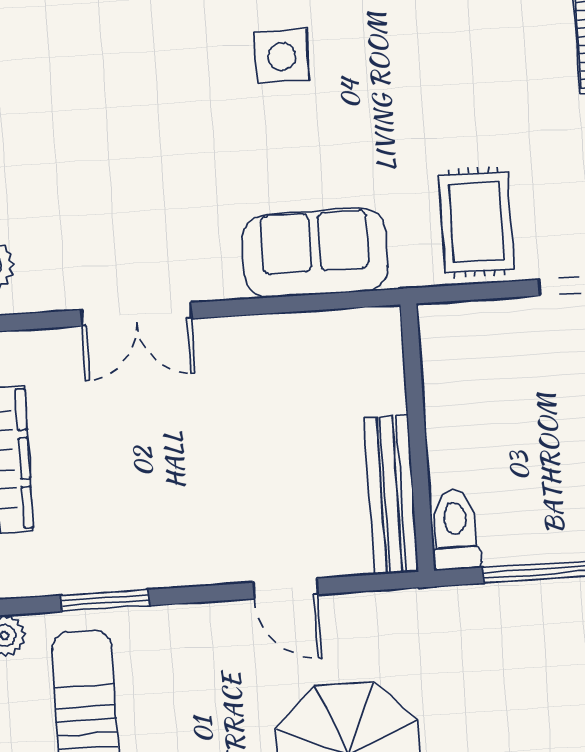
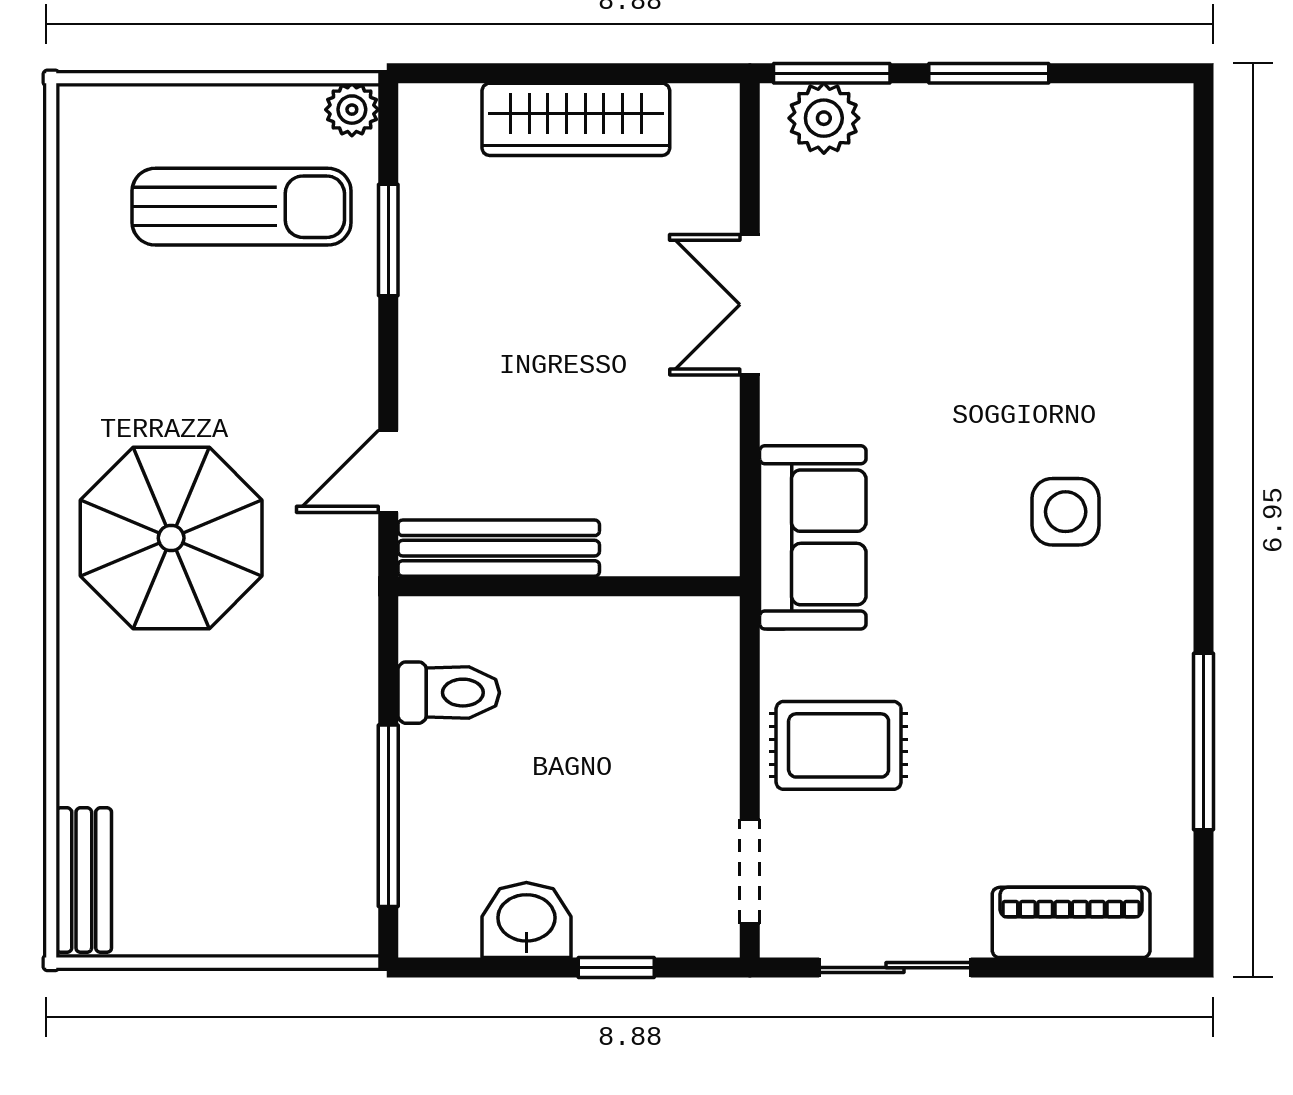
wall: (417, 438) -> (569, 586), moved
bench: (391, 495) -> (499, 548), moved

